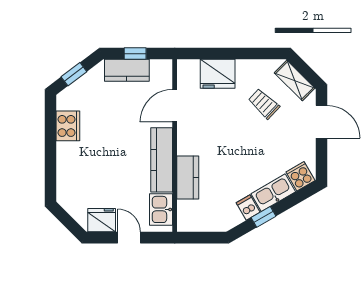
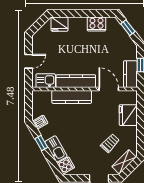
kitchen counter: (127, 70) -> (130, 74), moved
kitchen counter: (188, 178) -> (72, 97), width x1.50
dishwasher: (248, 207) -> (40, 122), moved
fridge: (102, 220) -> (60, 24), moved, turned 90

